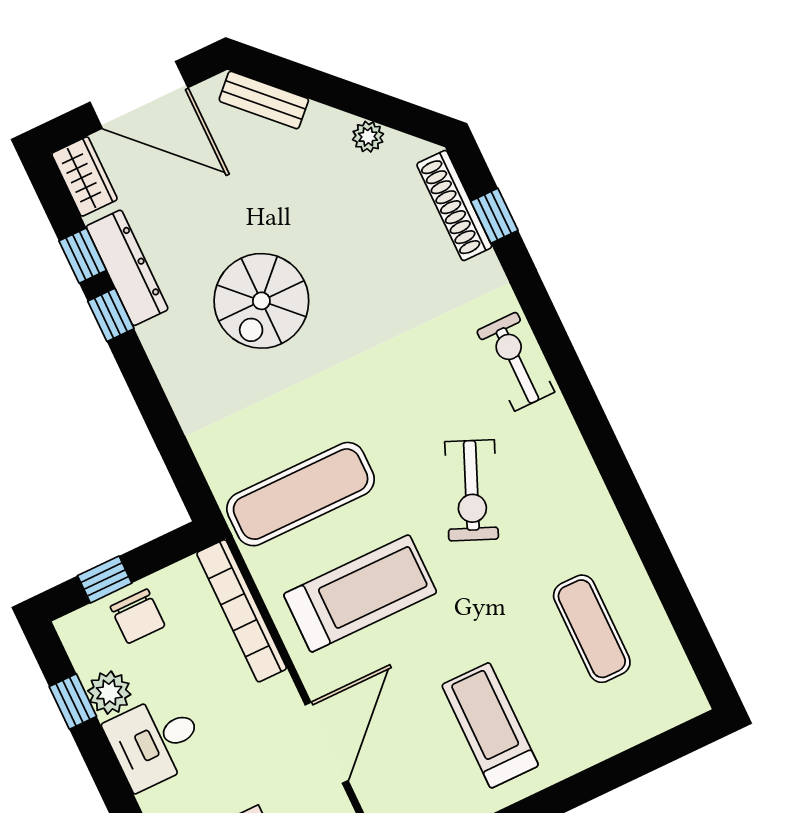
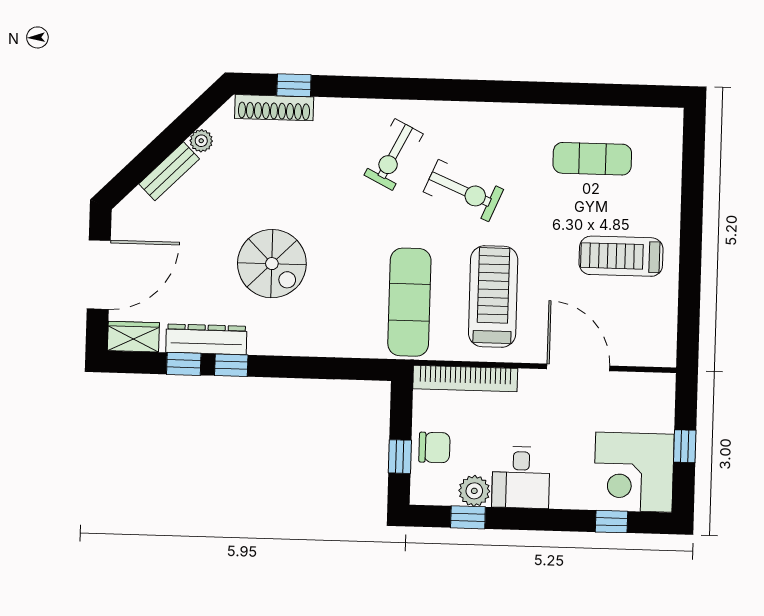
bench: (264, 100) -> (169, 171), moved
exercise bike: (516, 361) -> (394, 154), moved, turned -63

